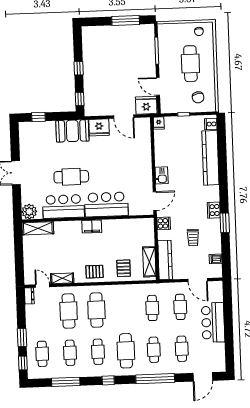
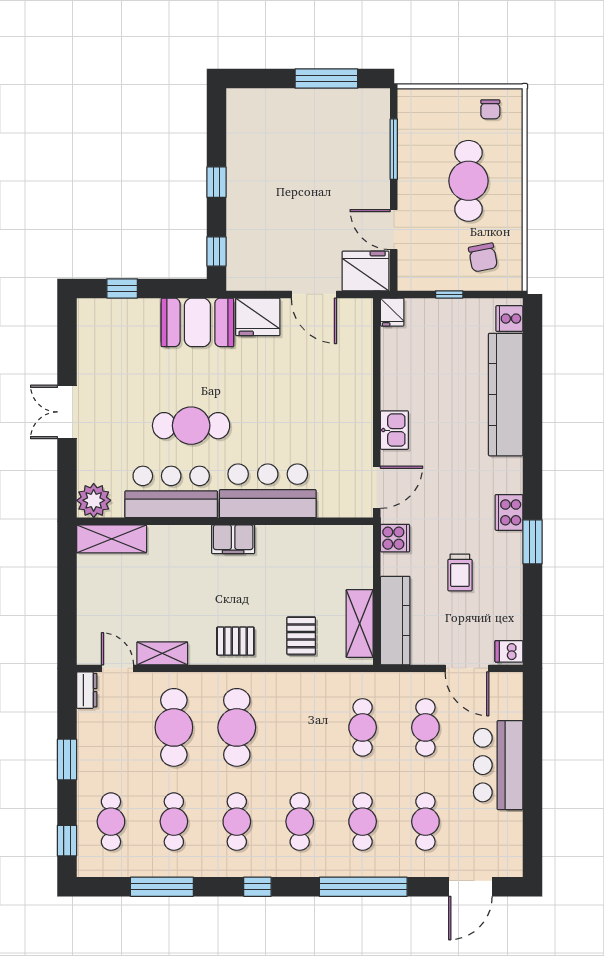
dishwasher: (216, 259) -> (509, 651), moved
window: (22, 337) -> (67, 759), moved
cafe table: (126, 351) -> (300, 822), width x0.73, depth x0.74

